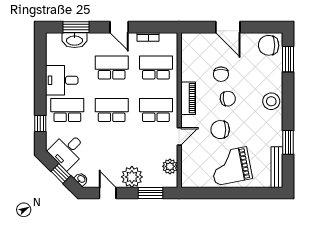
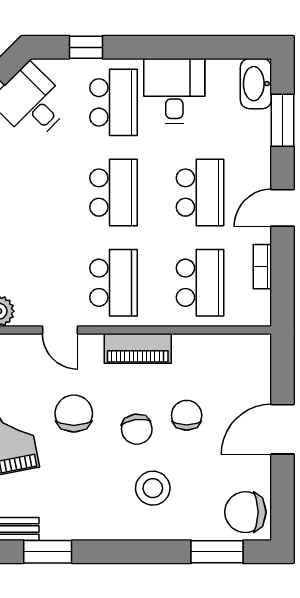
washbasin: (75, 40) -> (256, 84), moved
chair: (269, 45) -> (245, 512), turned -90
chair: (221, 74) -> (187, 415), turned 90
stool: (271, 101) -> (153, 488), moved

